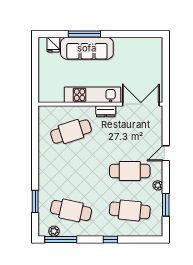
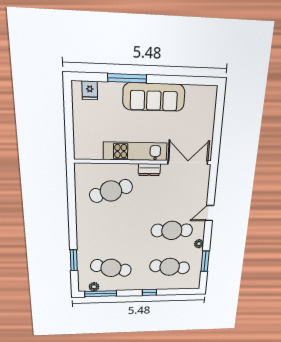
sofa: (87, 48) -> (154, 97), moved

